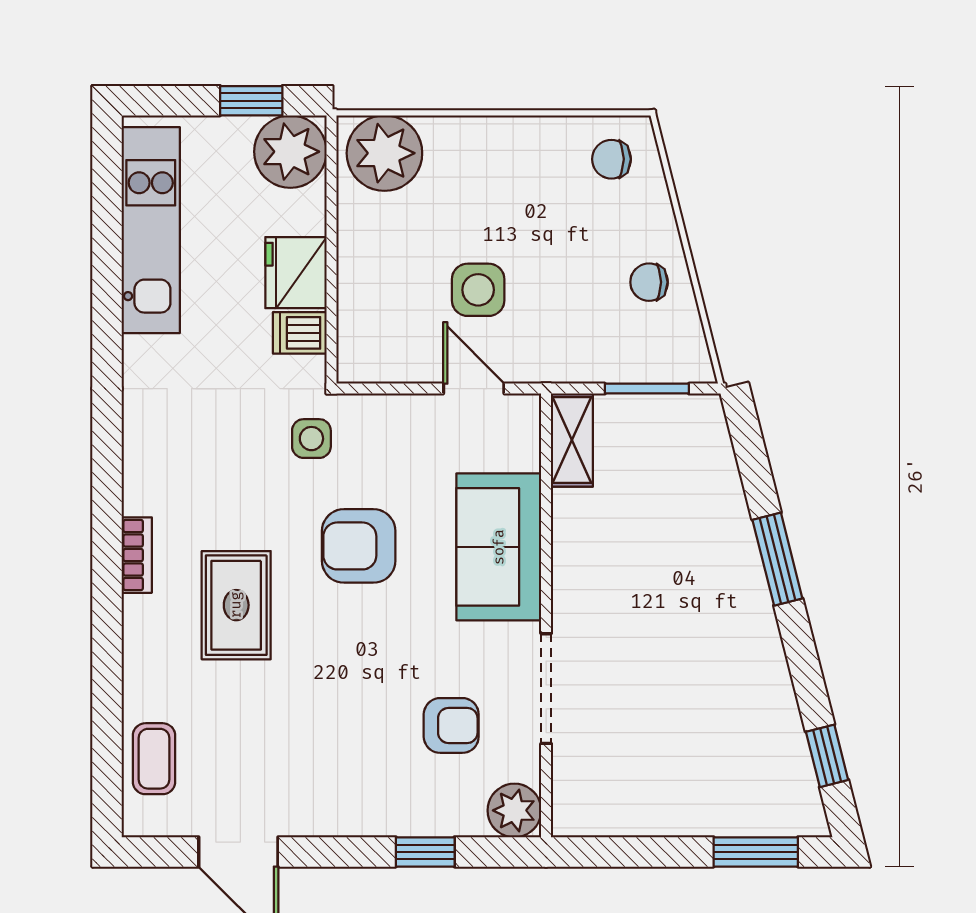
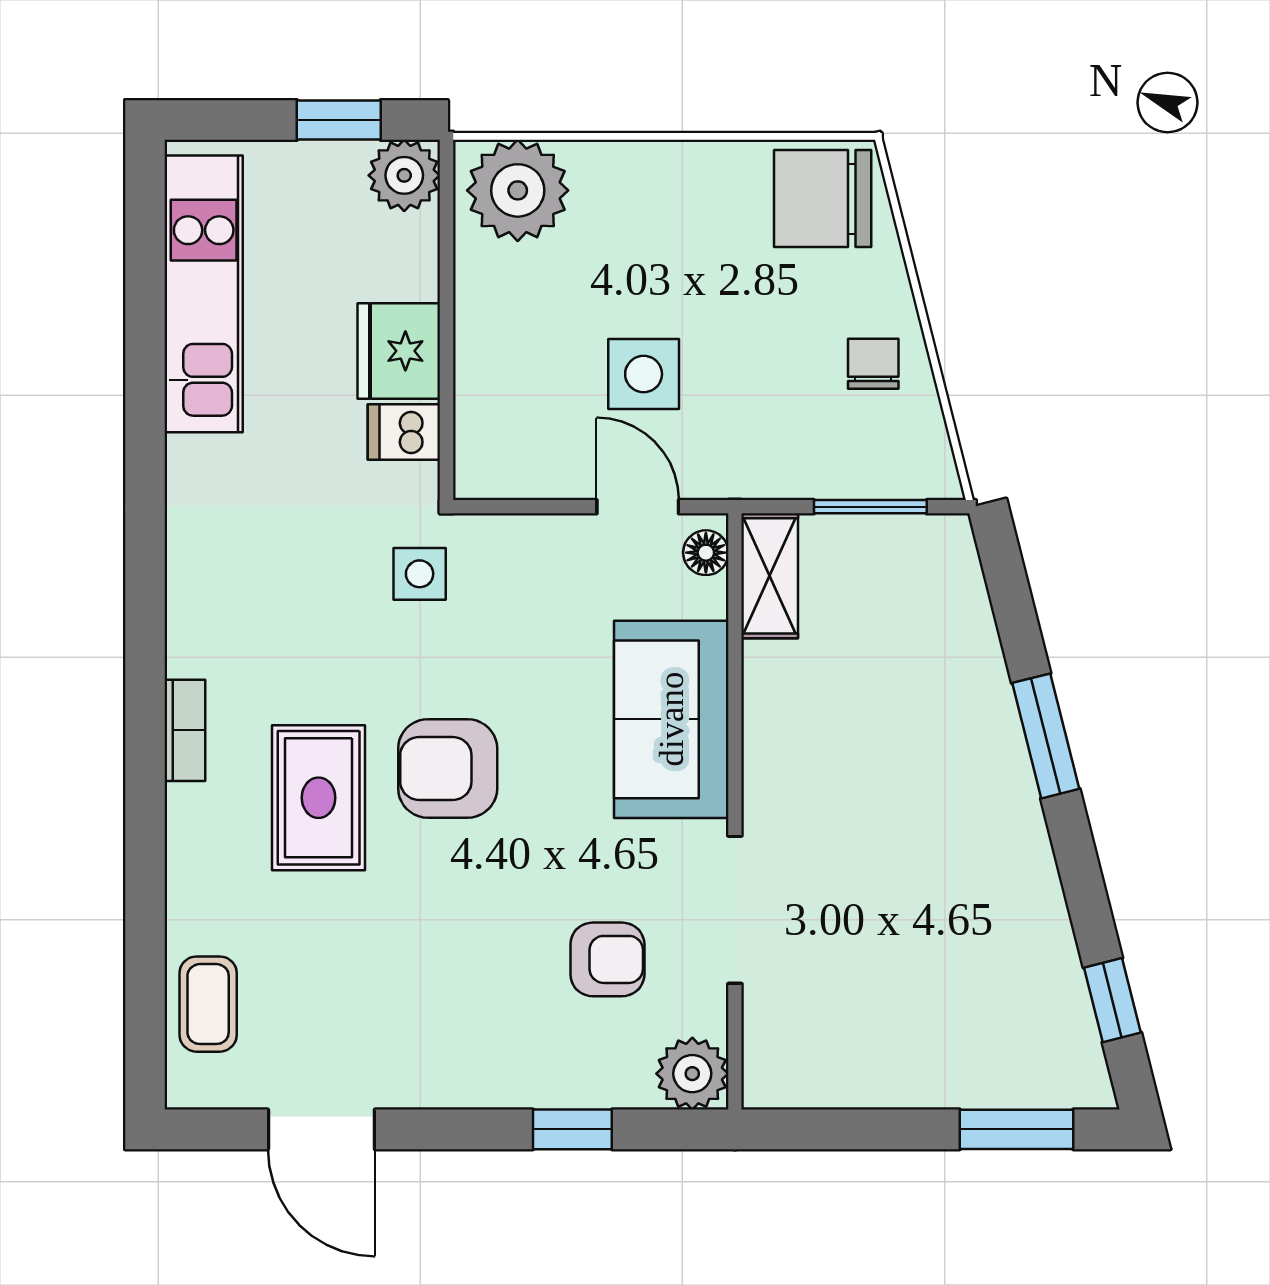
plant: (290, 152) -> (404, 175), width x0.73, depth x0.73
chair: (611, 159) -> (823, 199), width x1.87, depth x1.87
chair: (649, 282) -> (873, 364), turned 90
floor lamp: (524, 423) -> (706, 553), added
armchair: (359, 546) -> (448, 768), moved

